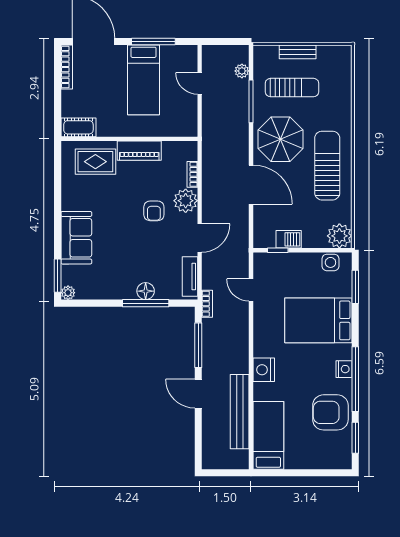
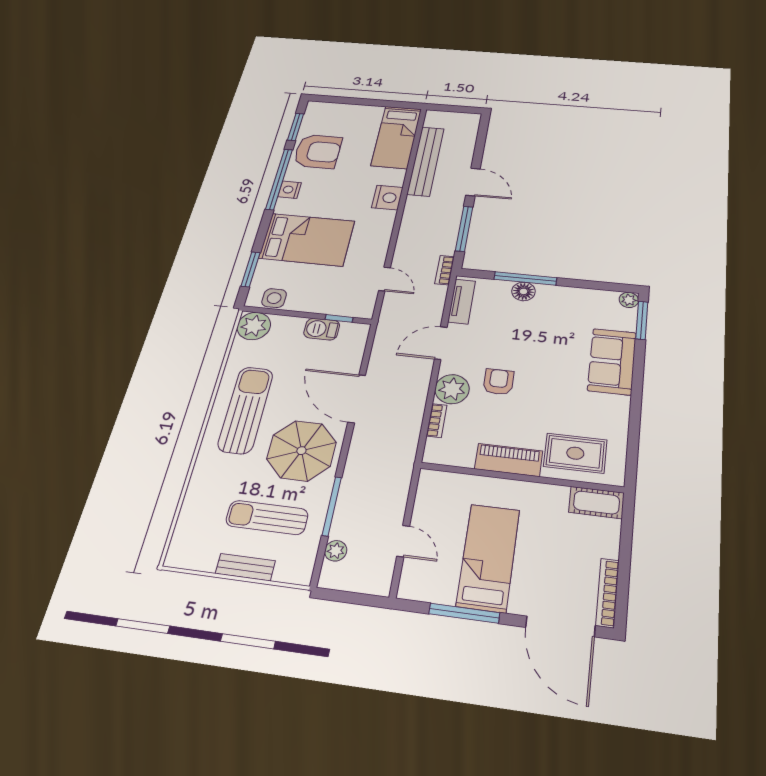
sun lounger: (327, 166) -> (246, 410), turned 180

